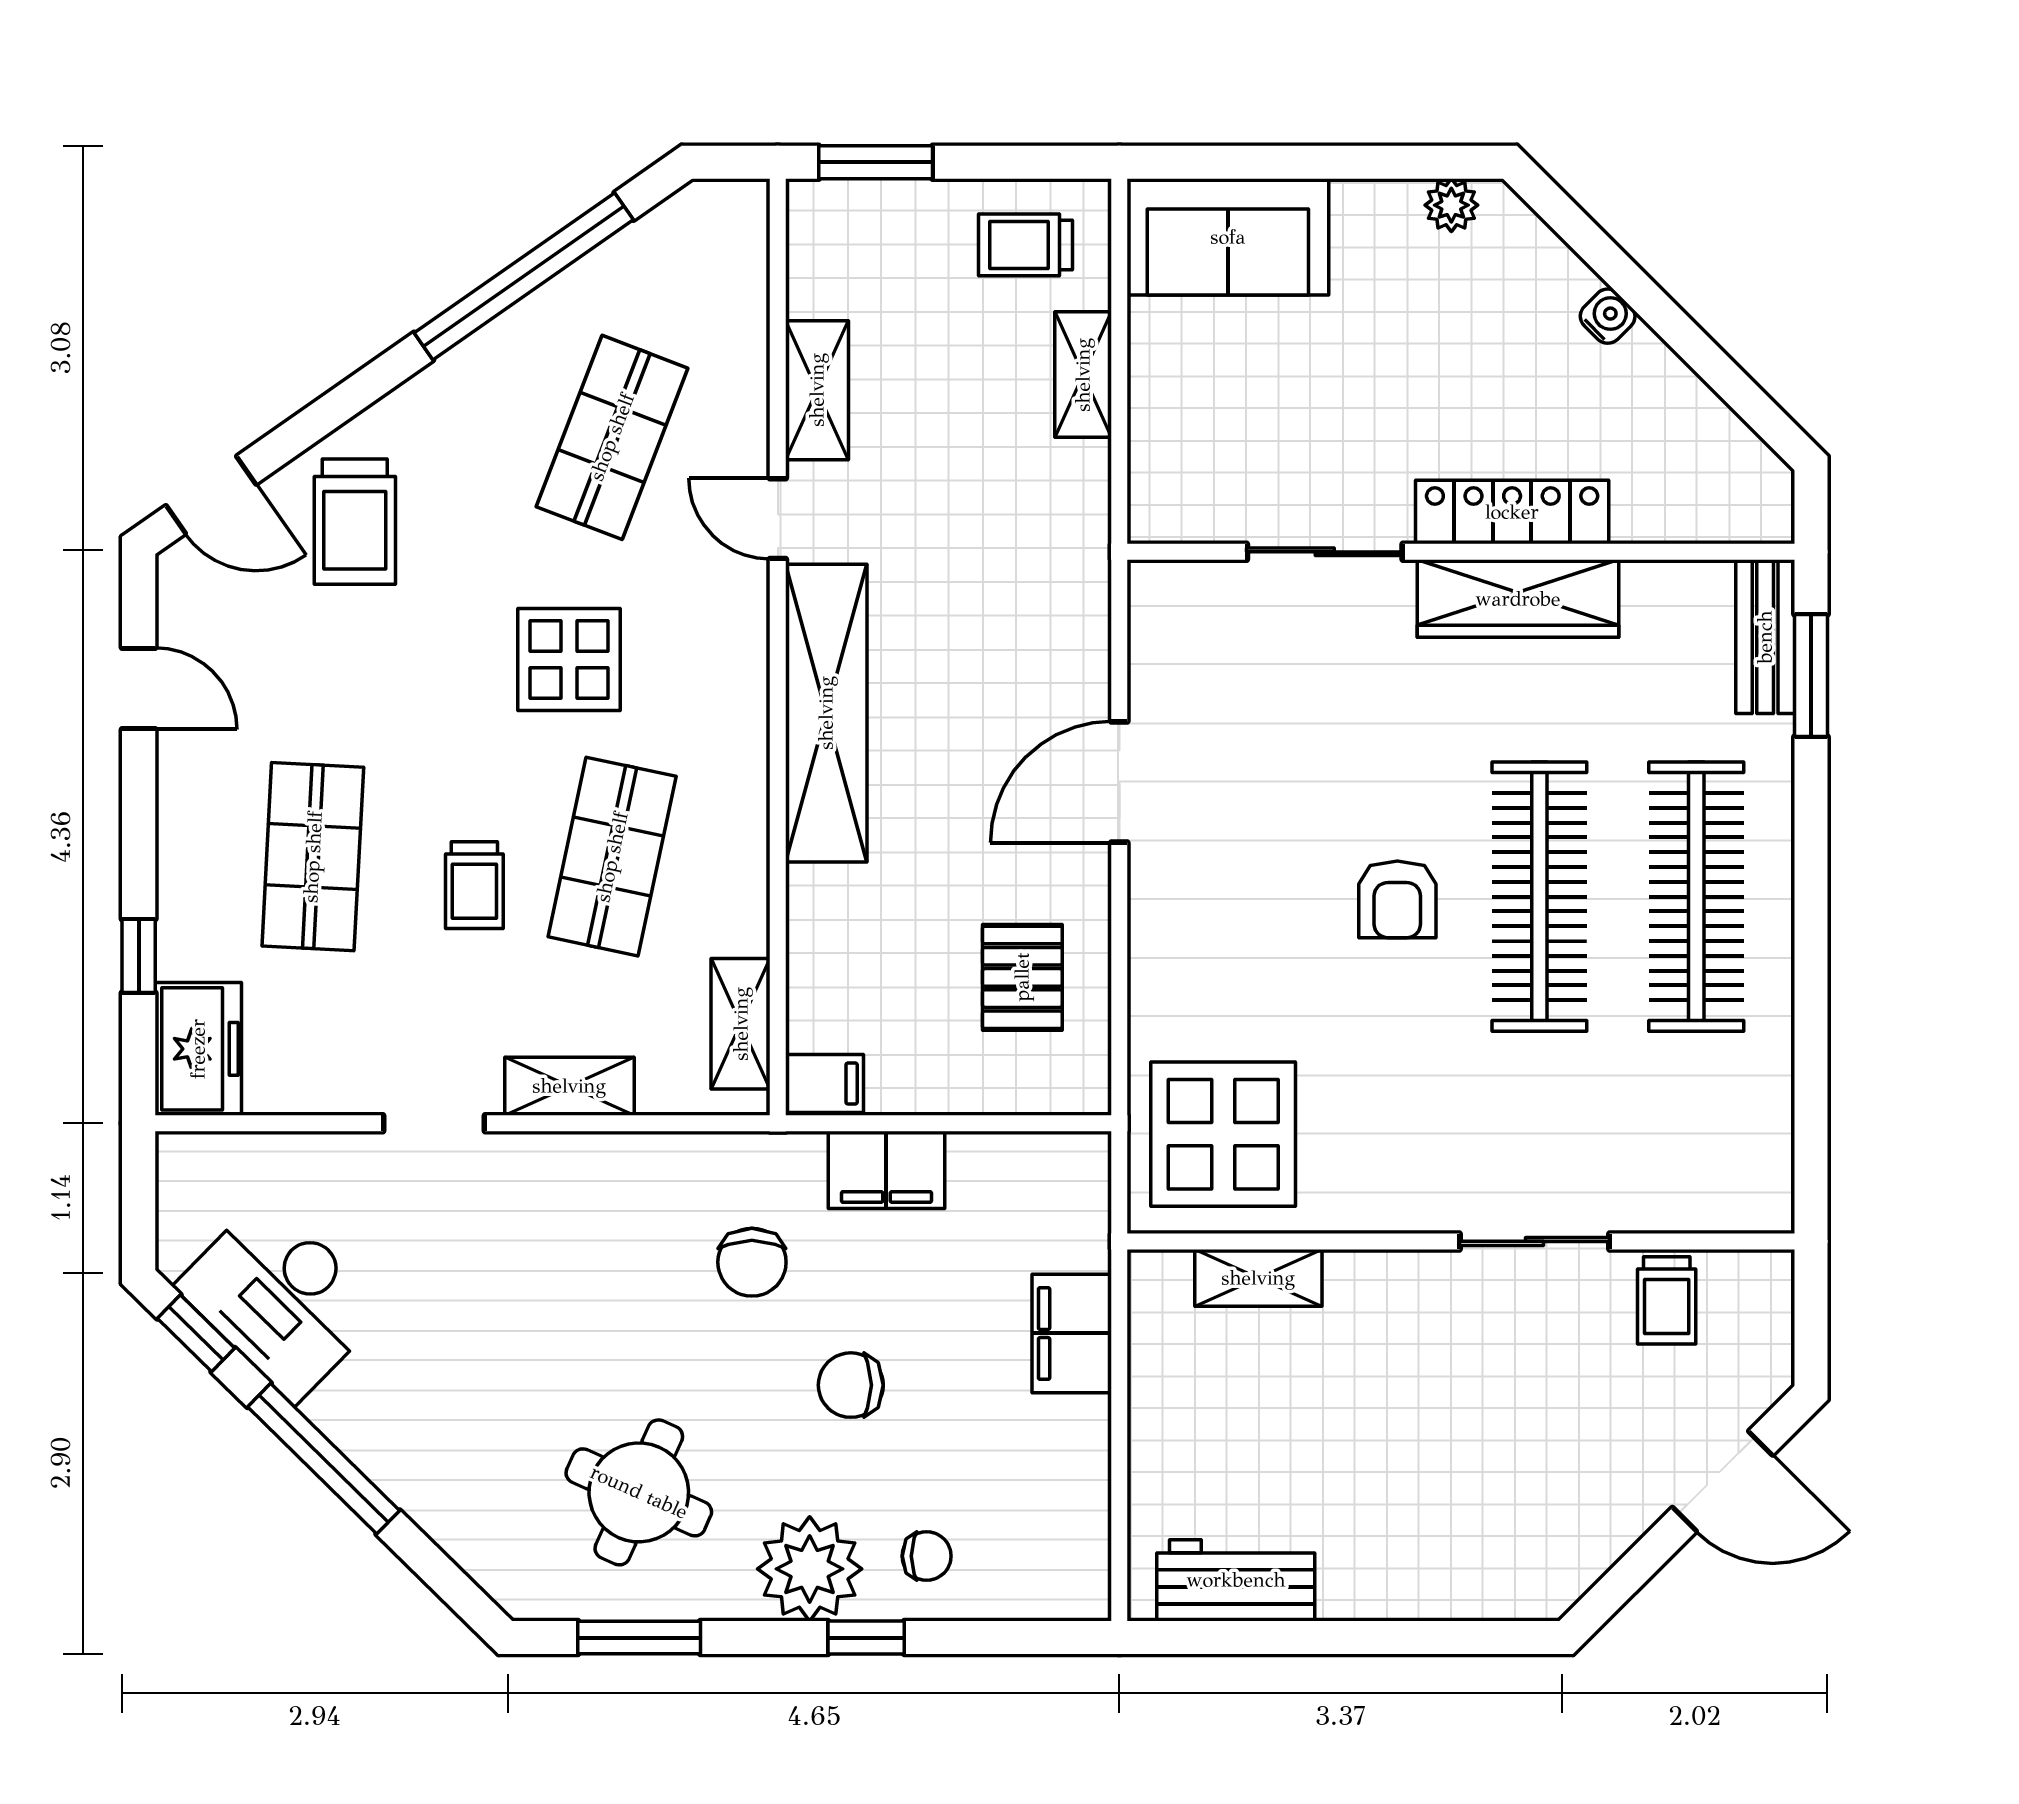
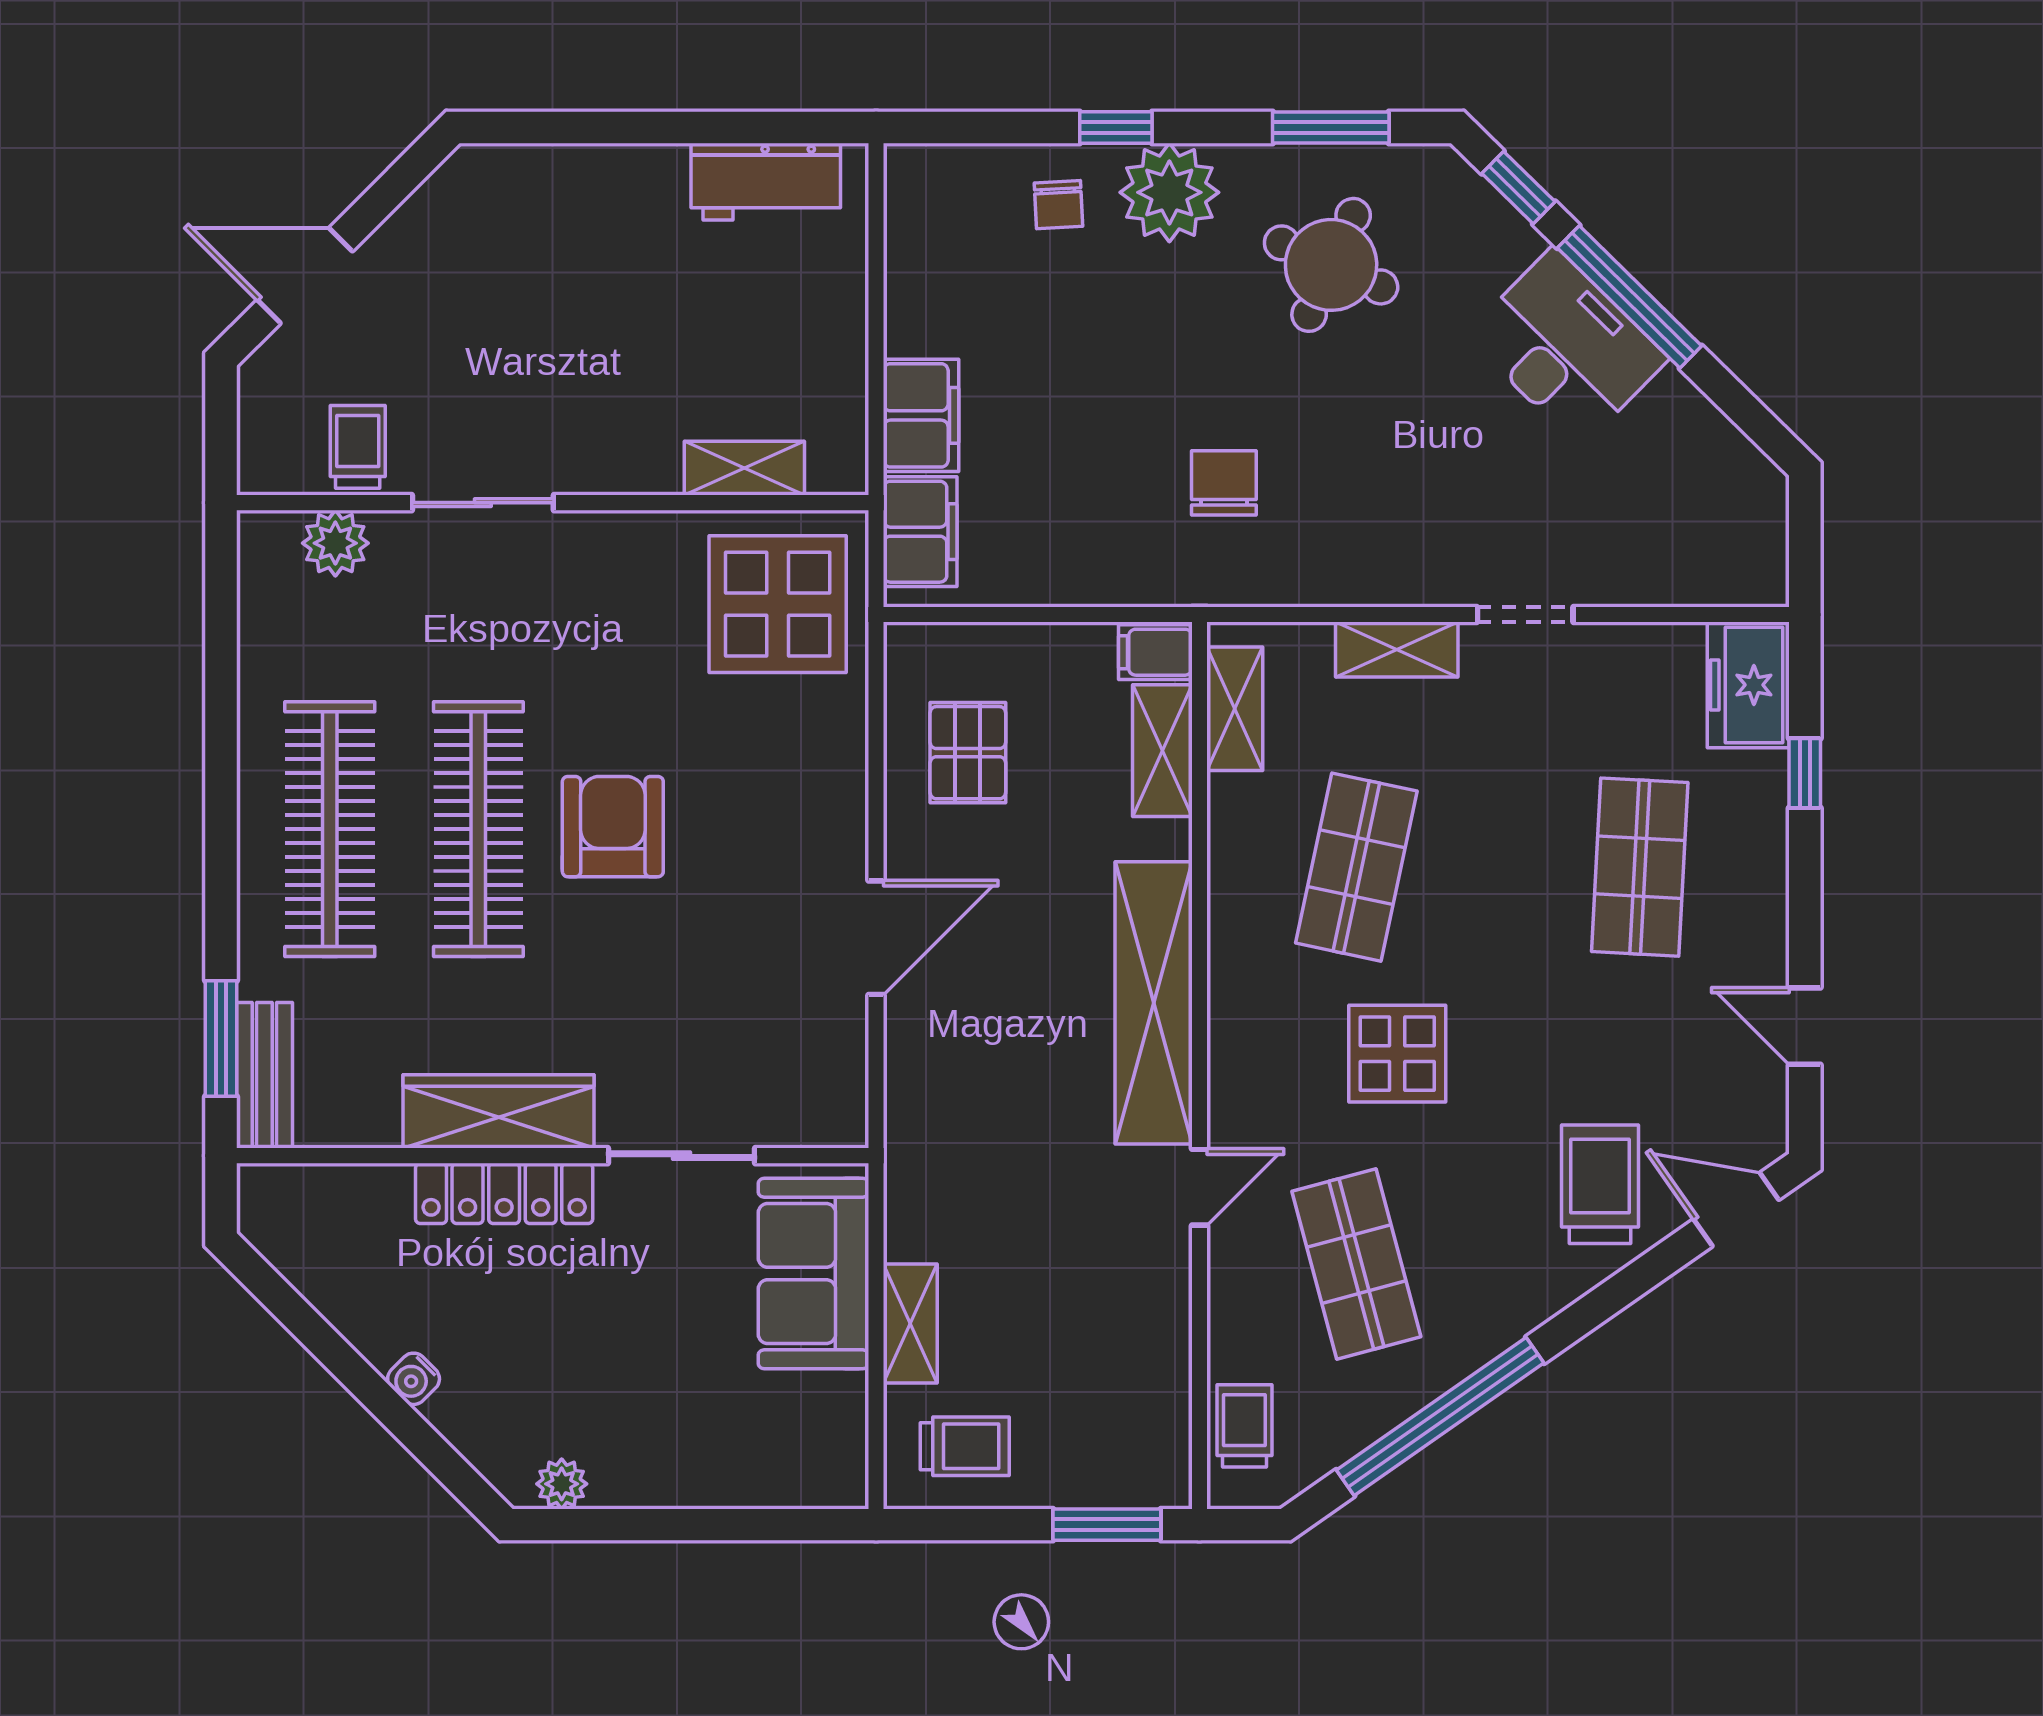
sofa: (1228, 237) -> (813, 1273), moved, turned -90
shelving: (817, 390) -> (1162, 751), moved
shop shelf: (612, 437) -> (1356, 1264), turned -36
door: (778, 519) -> (1199, 1187), hinge flipped
trolley: (474, 885) -> (1244, 1426), moved
armchair: (1397, 899) -> (613, 827), width x1.38, depth x1.38
filing cabinet: (886, 1170) -> (920, 532), moved, turned 90
plant: (1690, 1199) -> (335, 543), added
desk: (281, 1298) -> (1567, 347), moved
window: (196, 1333) -> (1518, 188), moved
chair: (851, 1385) -> (1130, 367), removed
chair: (927, 1556) -> (1059, 205), turned -93

